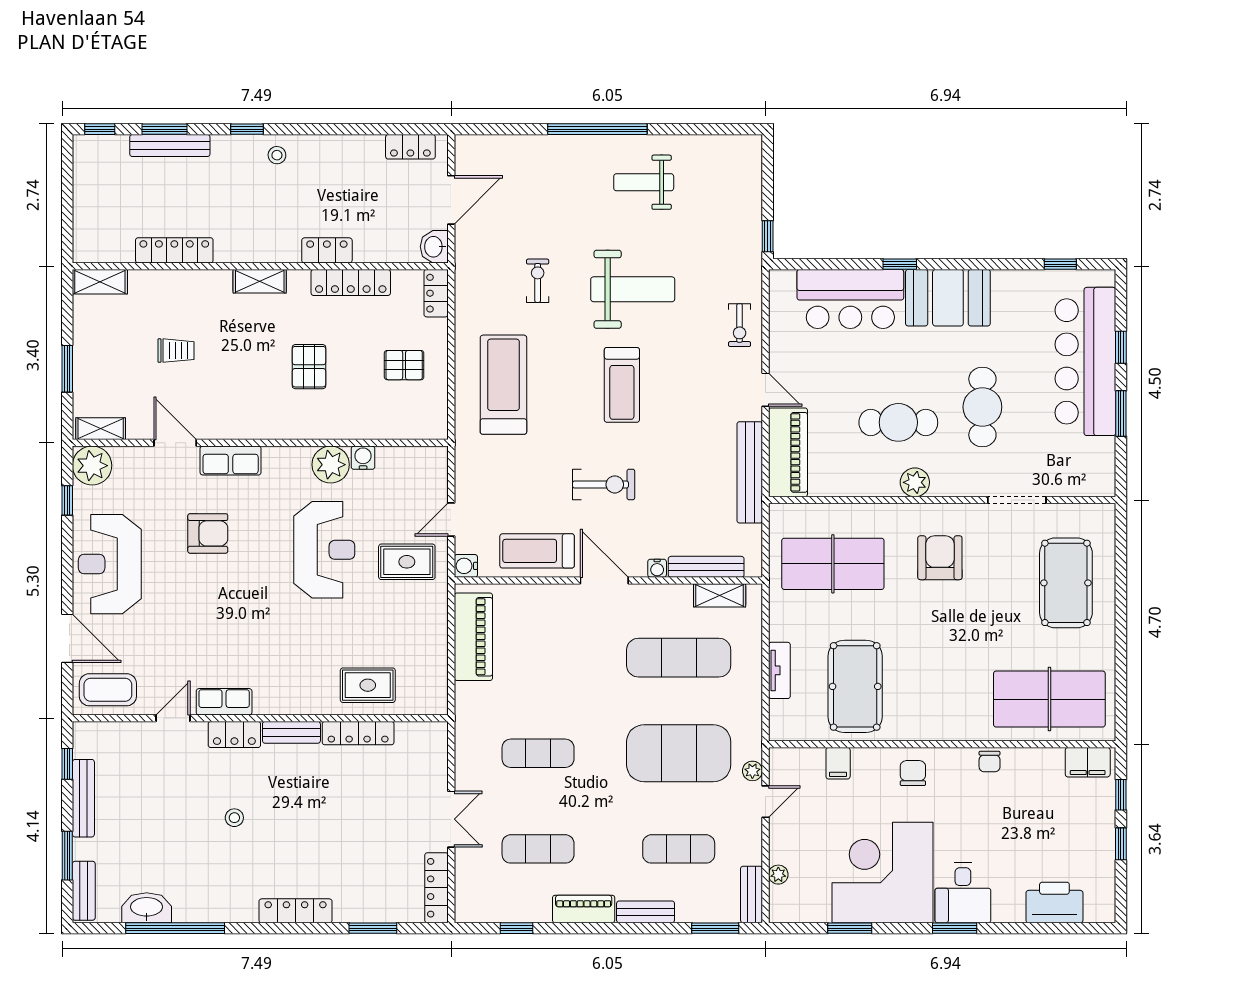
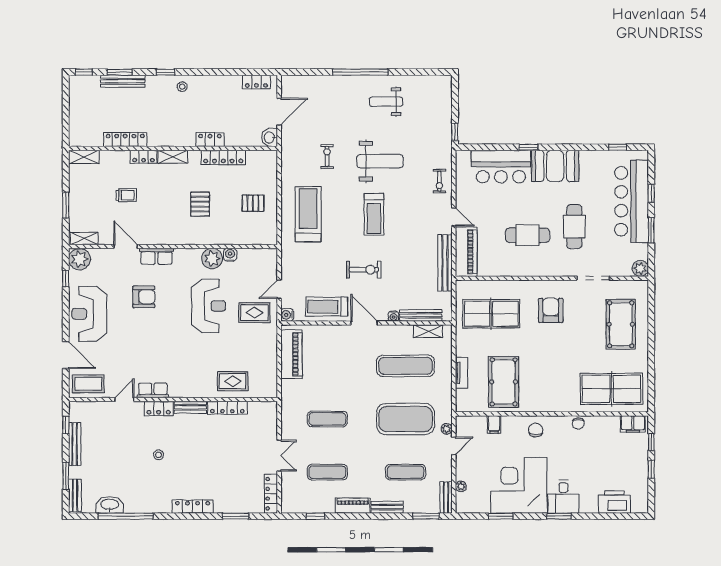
locker: (436, 293) -> (144, 157), moved, turned -90
plant: (915, 482) -> (640, 268), moved

